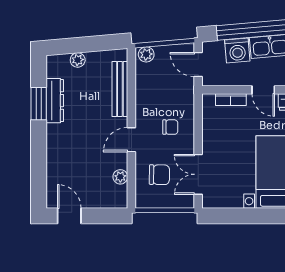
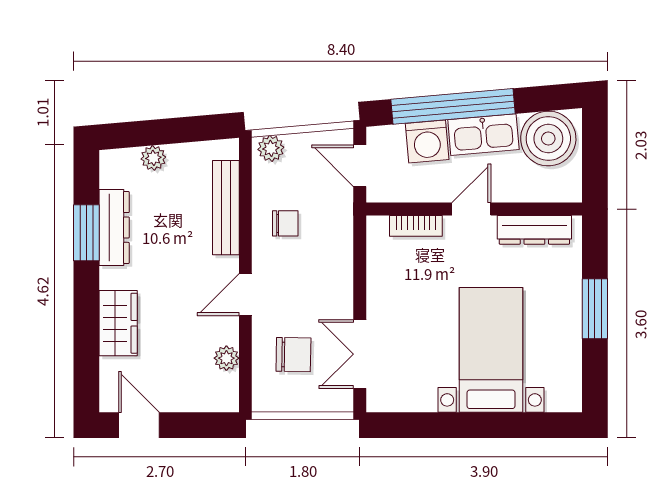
door: (263, 90) -> (471, 209), swing flipped
chair: (170, 127) -> (285, 223), moved
wardrobe: (57, 156) -> (118, 323), added

